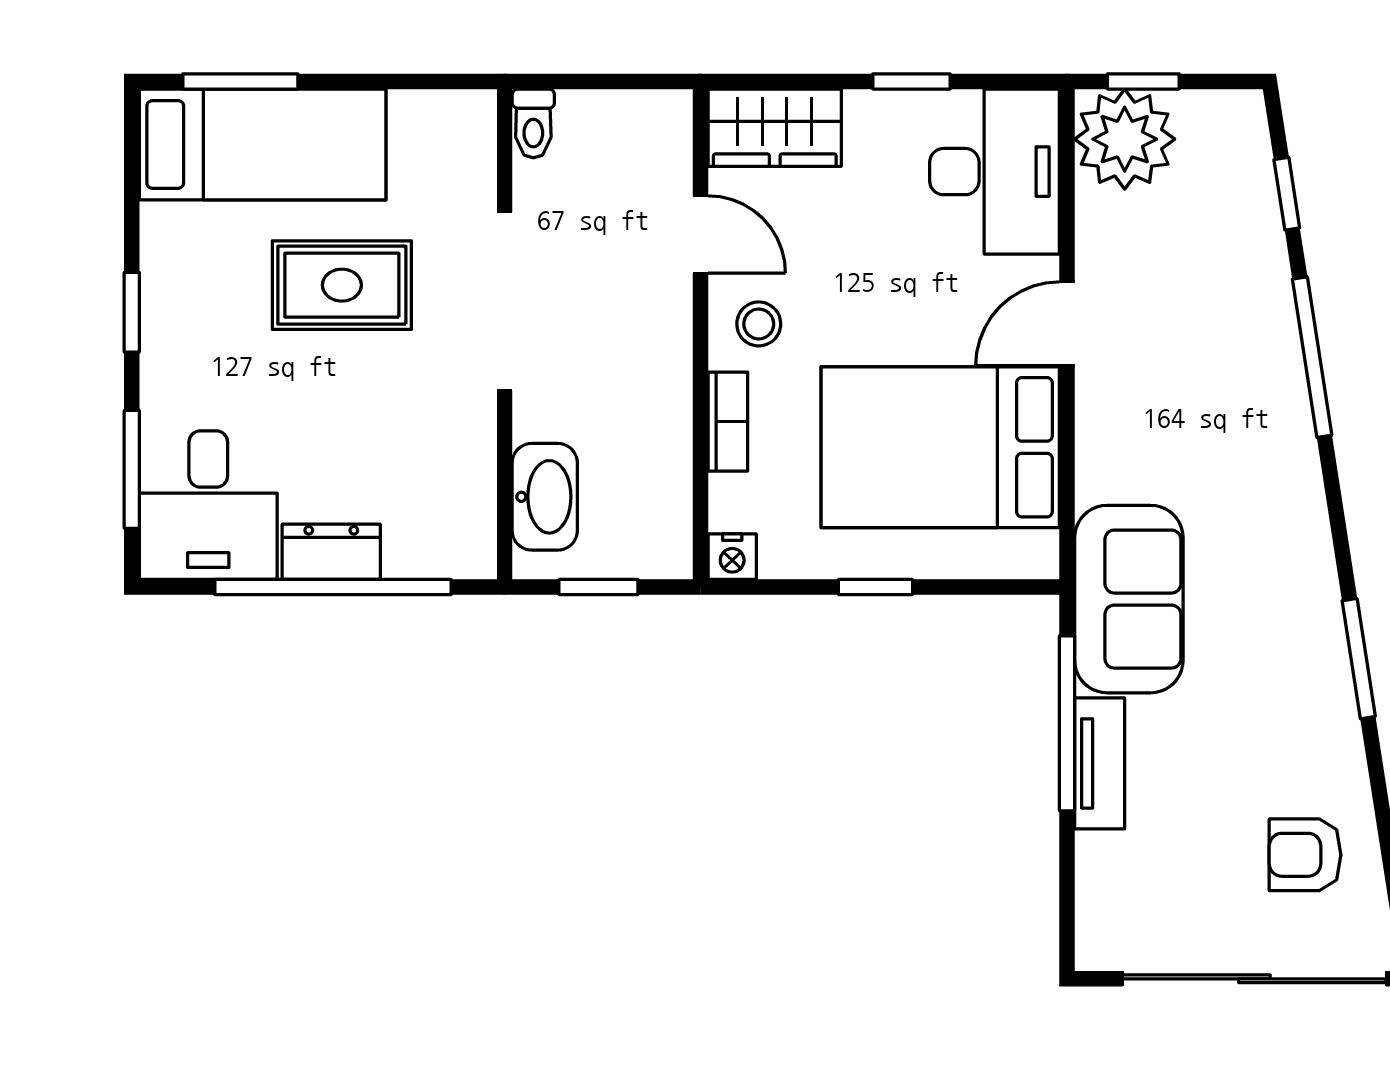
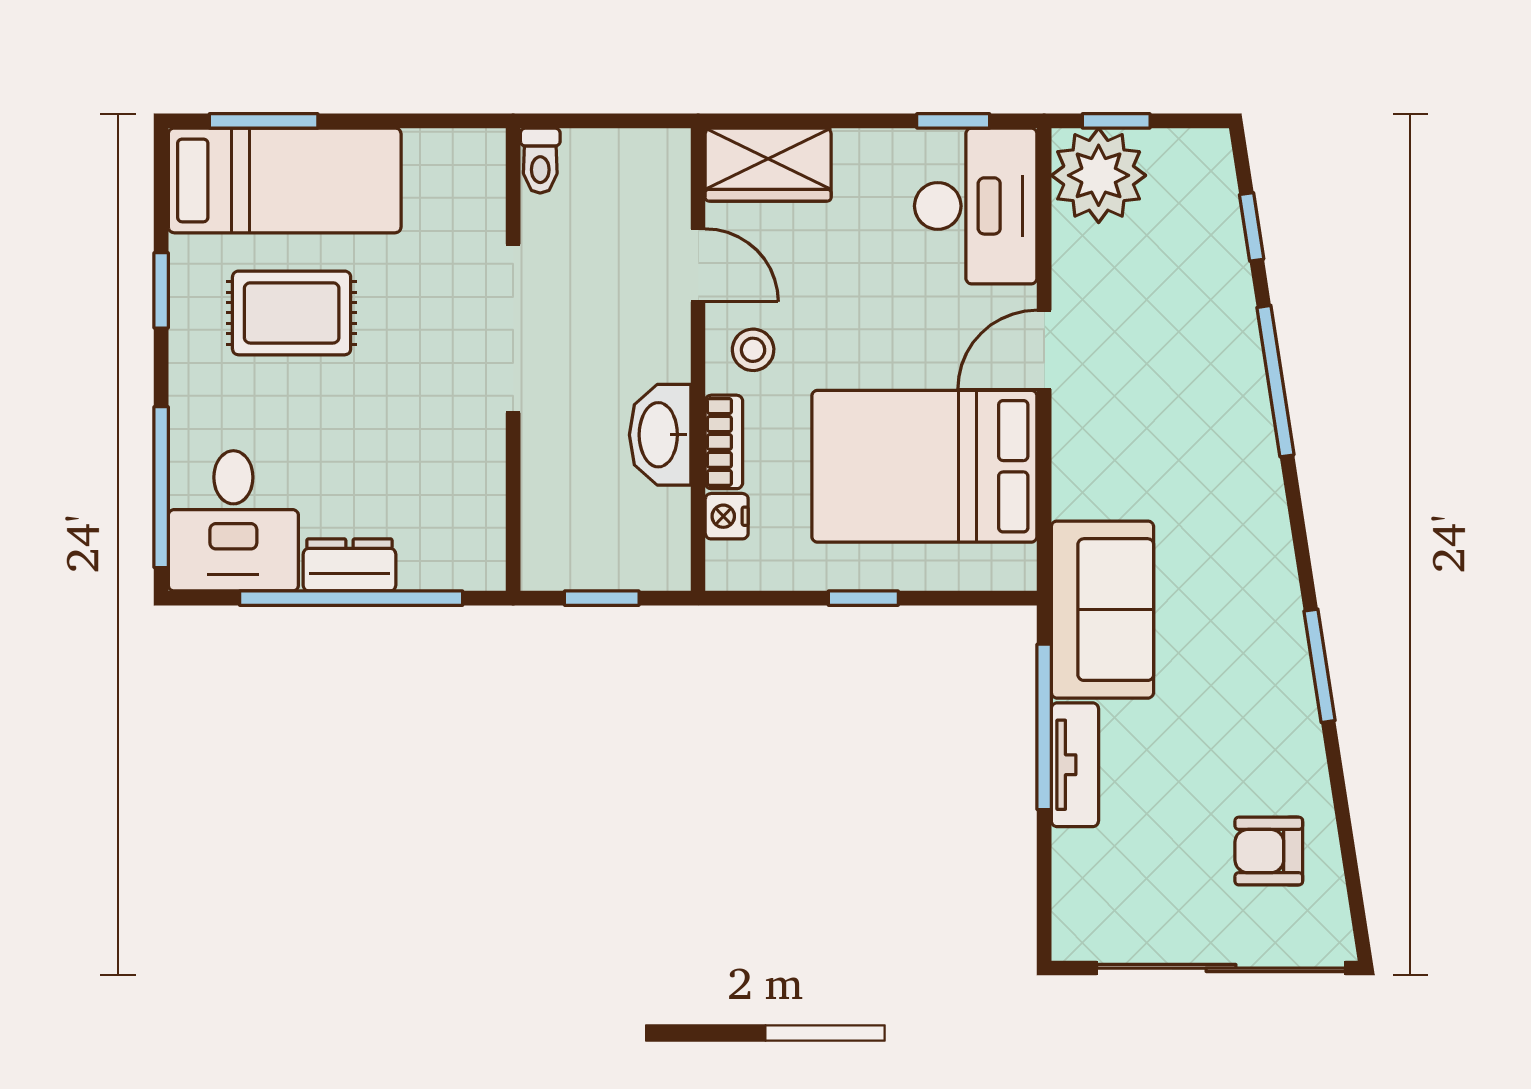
window: (911, 81) -> (953, 121), moved
rug: (342, 285) -> (292, 313), moved
window: (132, 312) -> (161, 290), moved
window: (132, 469) -> (161, 487), width x1.44
washbasin: (545, 497) -> (660, 435), moved, turned 180
nightstand: (732, 557) -> (727, 516), moved, turned 90

